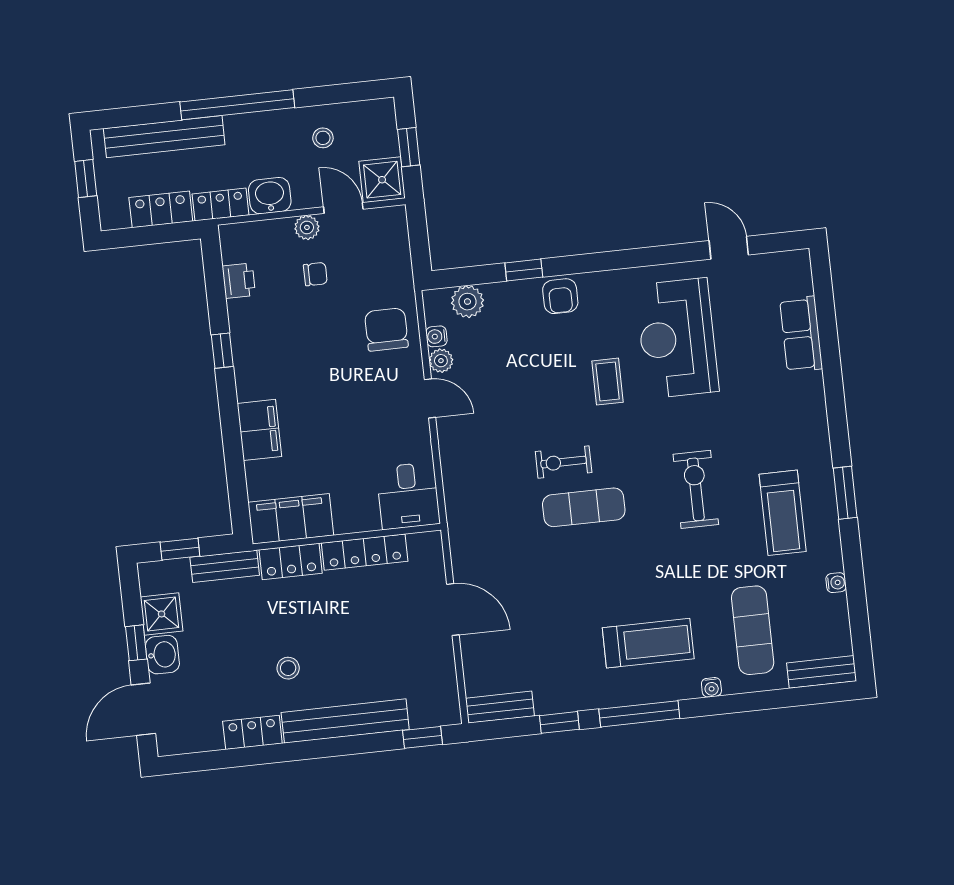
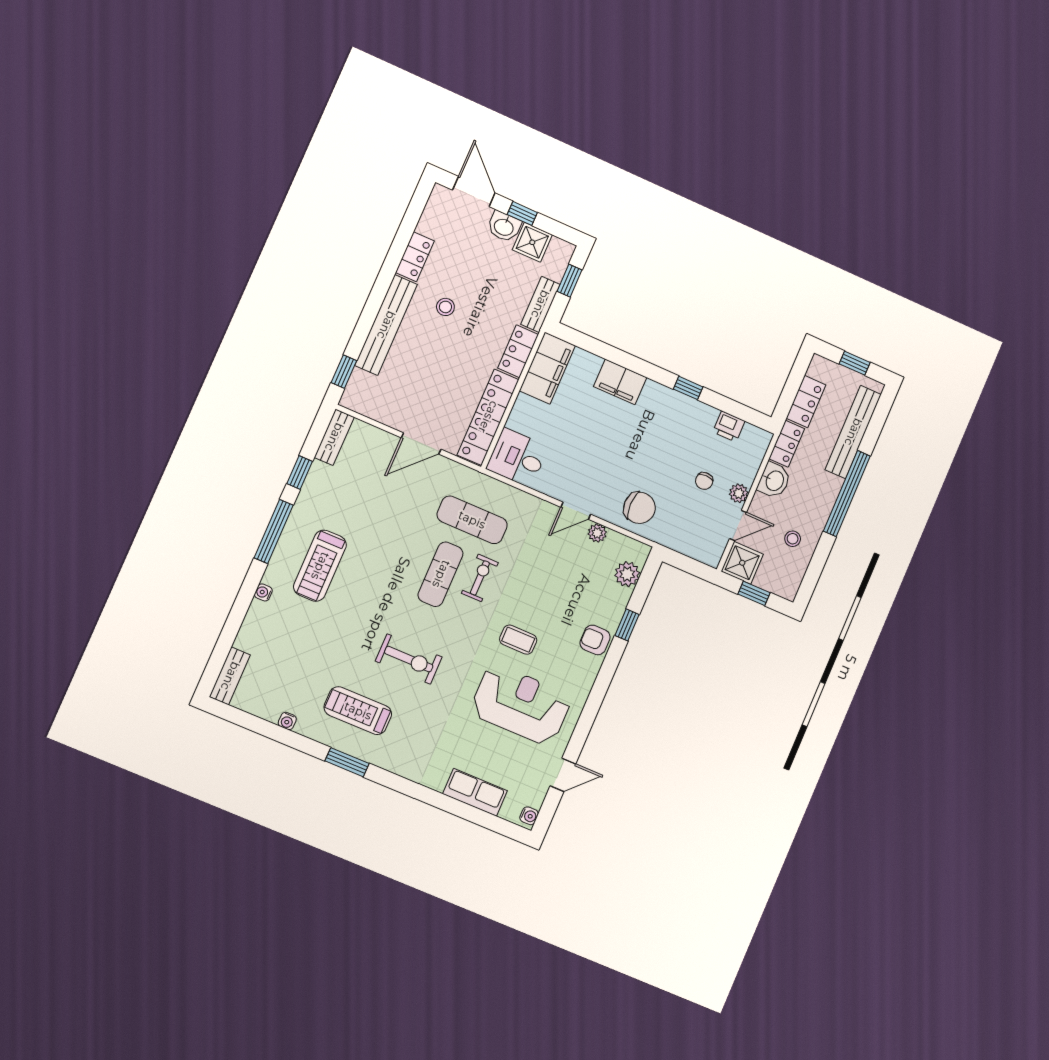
water cooler: (436, 336) -> (529, 816), moved, turned 90
locker: (365, 552) -> (488, 417), width x1.41, depth x1.21
exercise mat: (753, 630) -> (472, 520), moved

